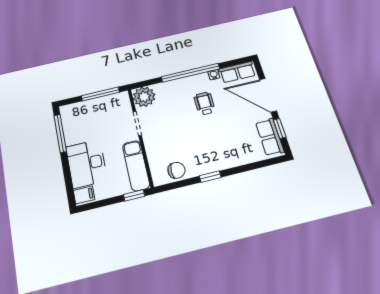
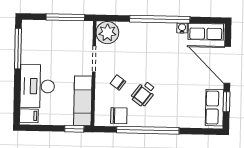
wheelchair: (205, 103) -> (143, 94), moved, turned -143
chair: (167, 139) -> (118, 82), added
window: (210, 177) -> (148, 130), width x3.17

